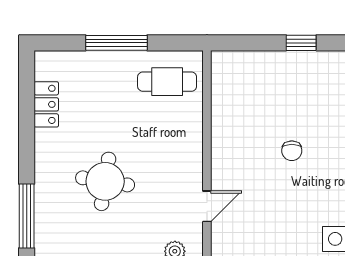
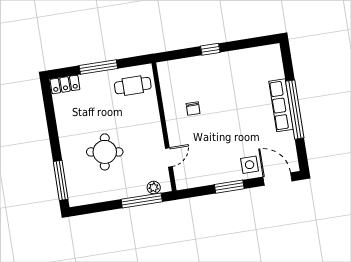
locker: (46, 104) -> (65, 84), moved, turned 90
chair: (292, 151) -> (193, 108), moved

